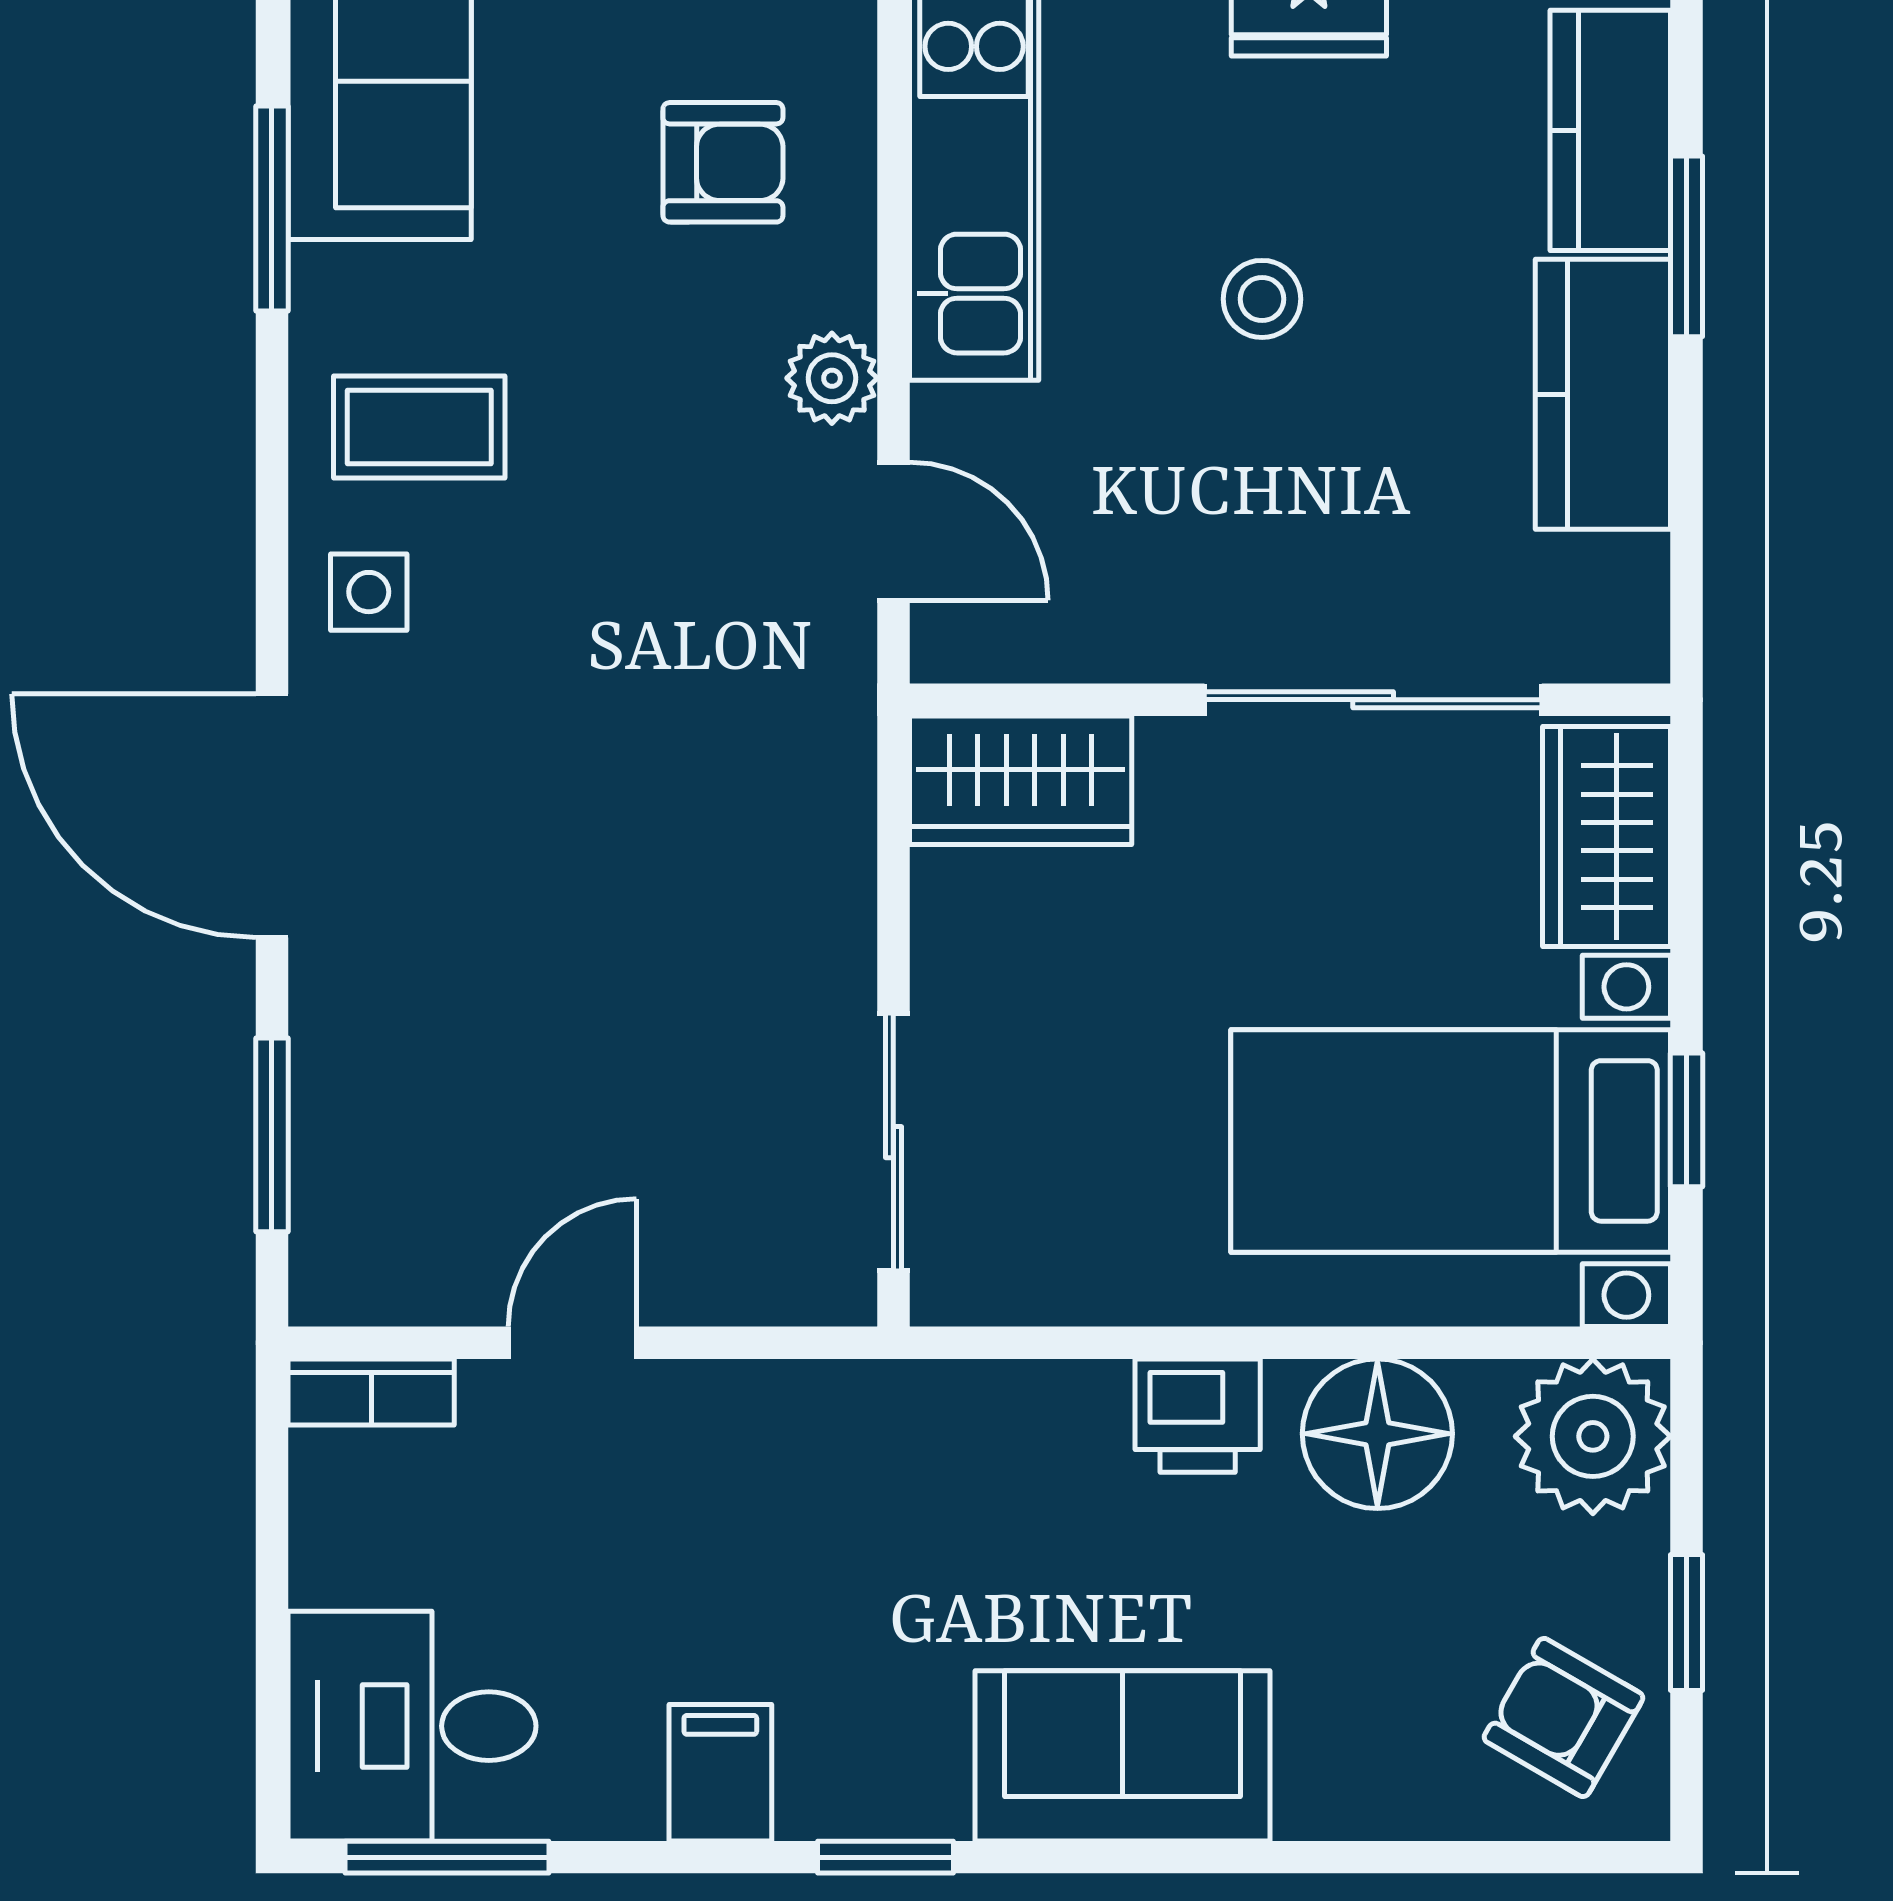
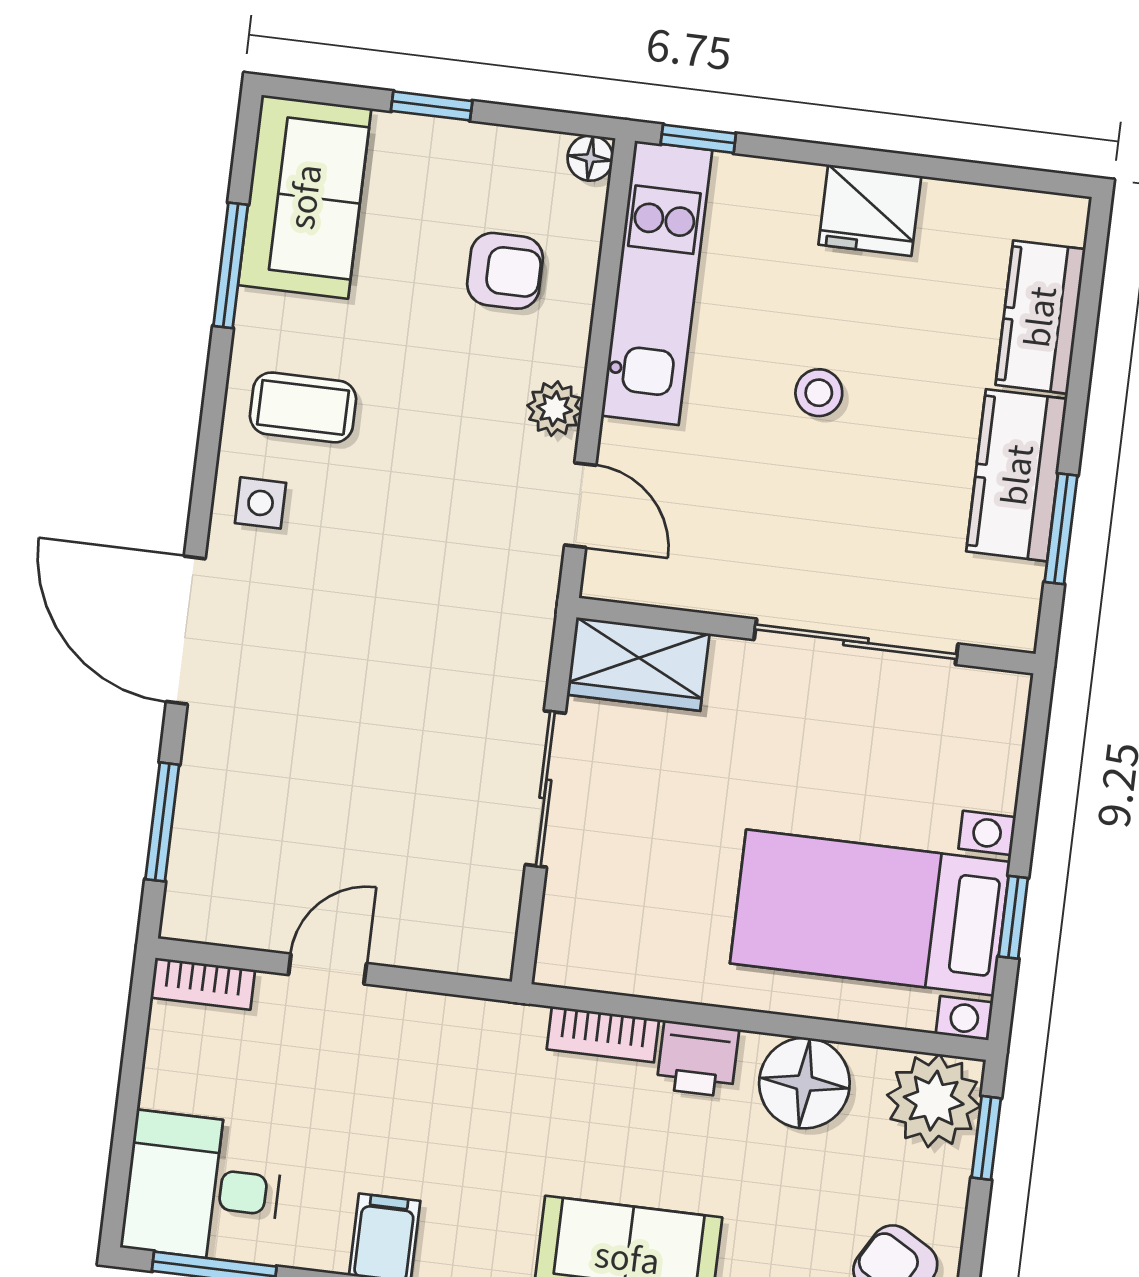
window: (1686, 246) -> (1061, 529), moved
wardrobe: (1607, 837) -> (986, 741), removed
sliding door: (893, 1142) -> (545, 789), moved
bookcase: (1037, 1395) -> (603, 1034), added
window: (1686, 1622) -> (986, 1138), moved

